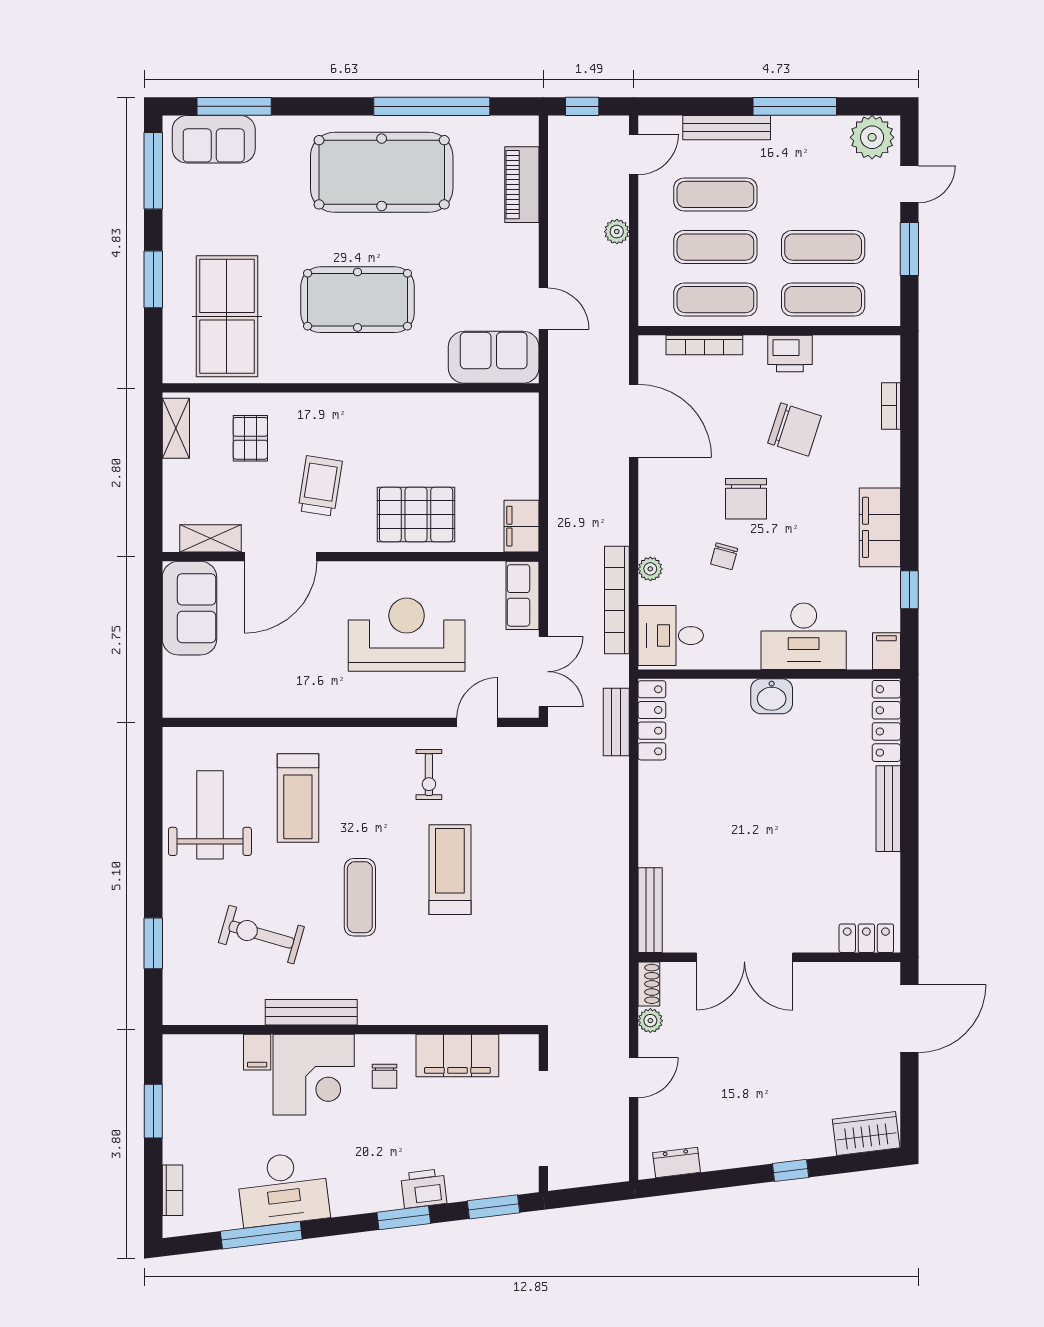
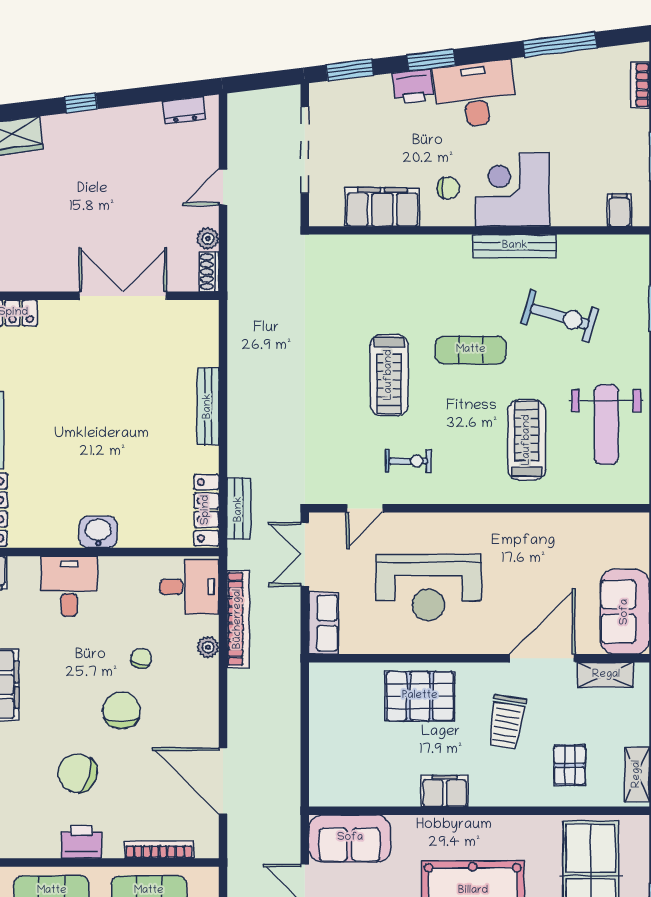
filing cabinet: (522, 526) -> (445, 791), moved, turned -90
desk: (804, 636) -> (69, 586), width x0.73
exercise bike: (429, 775) -> (408, 461), turned 90
exercise mat: (360, 897) -> (471, 350), turned 90
bench: (650, 910) -> (208, 406), moved
filing cabinet: (257, 1052) -> (619, 210), moved
chair: (384, 1076) -> (448, 188), turned 90
desk: (283, 1189) -> (475, 94), moved

